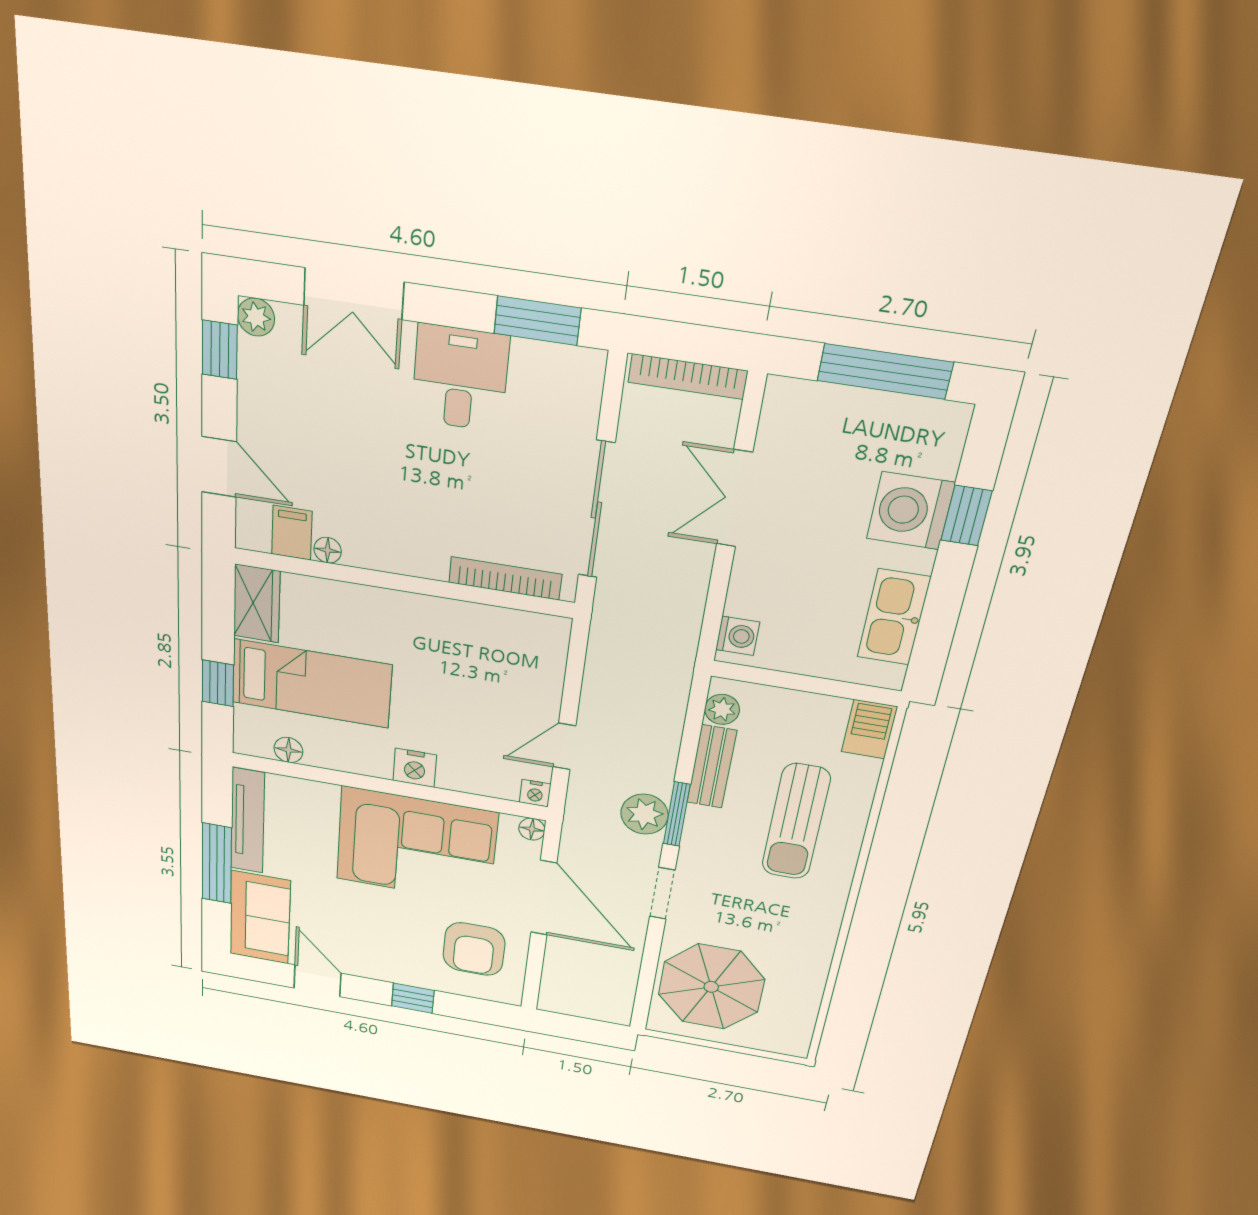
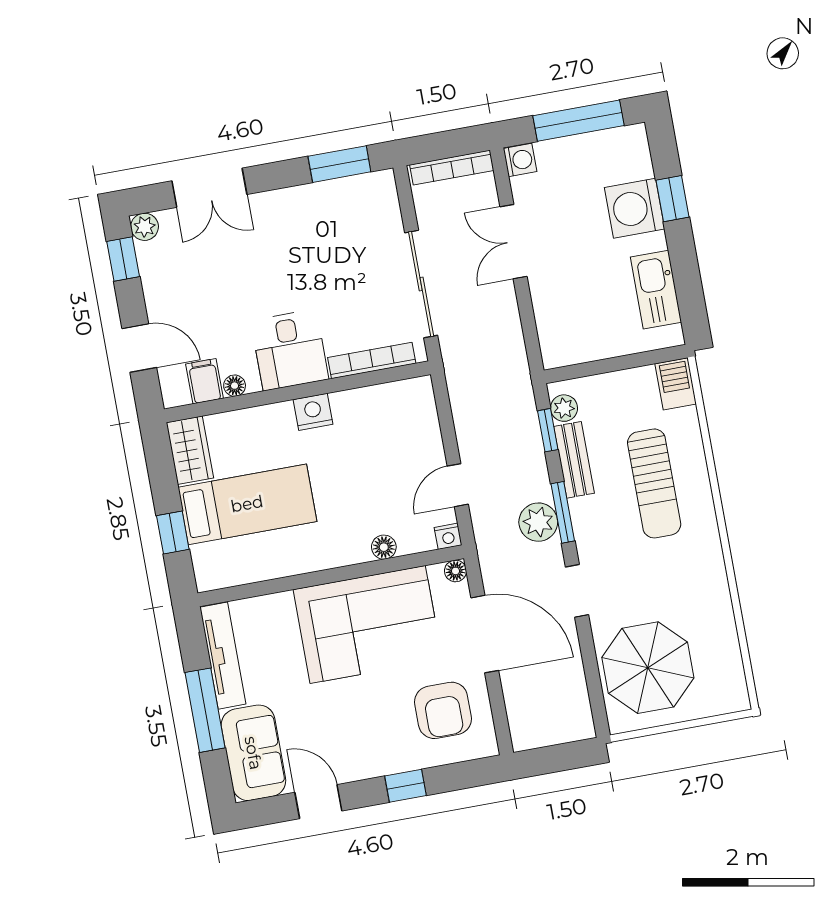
desk: (460, 378) -> (290, 350), moved, turned 180
washing machine: (738, 636) -> (520, 160), moved
window: (693, 726) -> (548, 430), added
floor lamp: (288, 750) -> (384, 547), moved
nightstand: (415, 768) -> (313, 412), moved, turned 180

